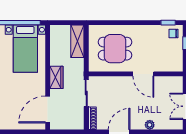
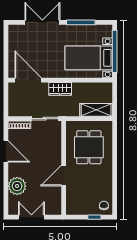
window: (168, 23) -> (115, 200), removed
plant: (150, 125) -> (17, 186), width x1.87, depth x1.87

